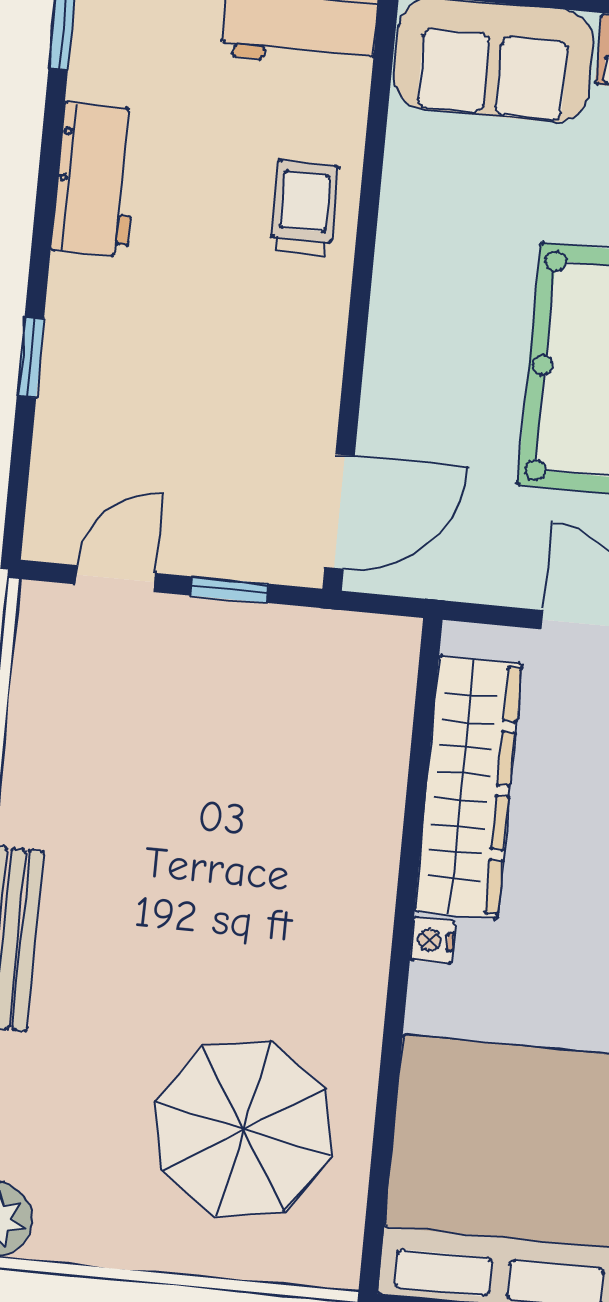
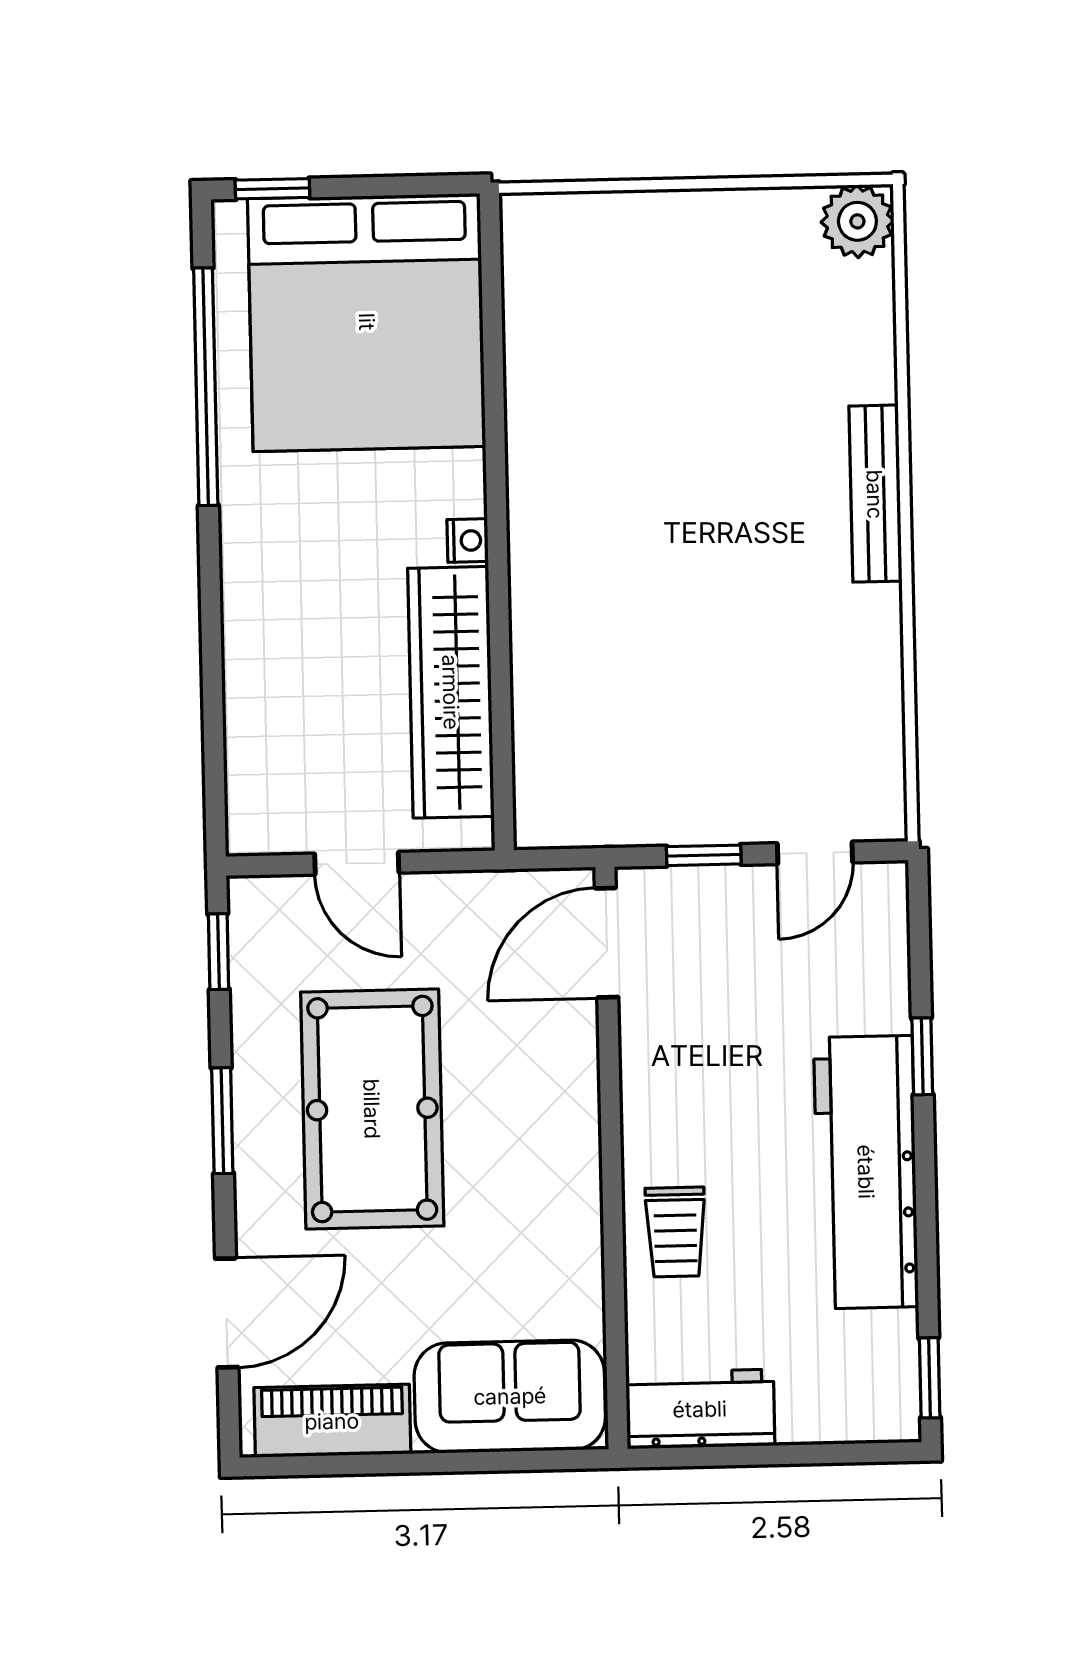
workbench: (96, 180) -> (866, 1172), width x1.88, depth x1.32
parasol: (243, 1129) -> (628, 337), removed

